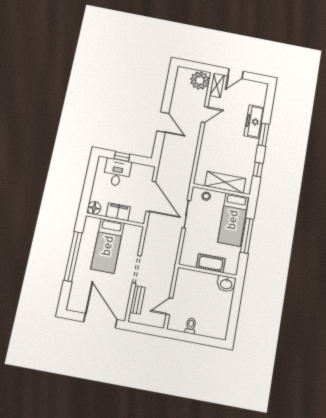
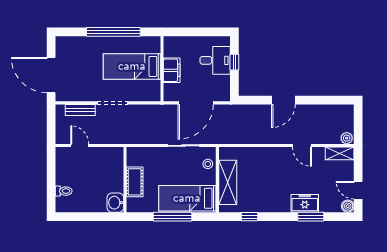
door: (235, 74) -> (358, 190), moved
plant: (200, 80) -> (347, 138), width x0.53, depth x0.53
boiler: (262, 87) -> (348, 206), added
freezer: (254, 122) -> (305, 203), width x0.71
window: (264, 135) -> (311, 217), moved
floor lamp: (94, 208) -> (171, 43), removed
door: (100, 321) -> (51, 75), swing flipped
toilet: (191, 326) -> (64, 191), moved

